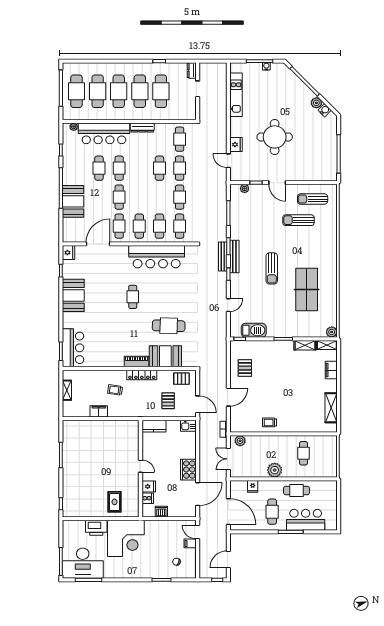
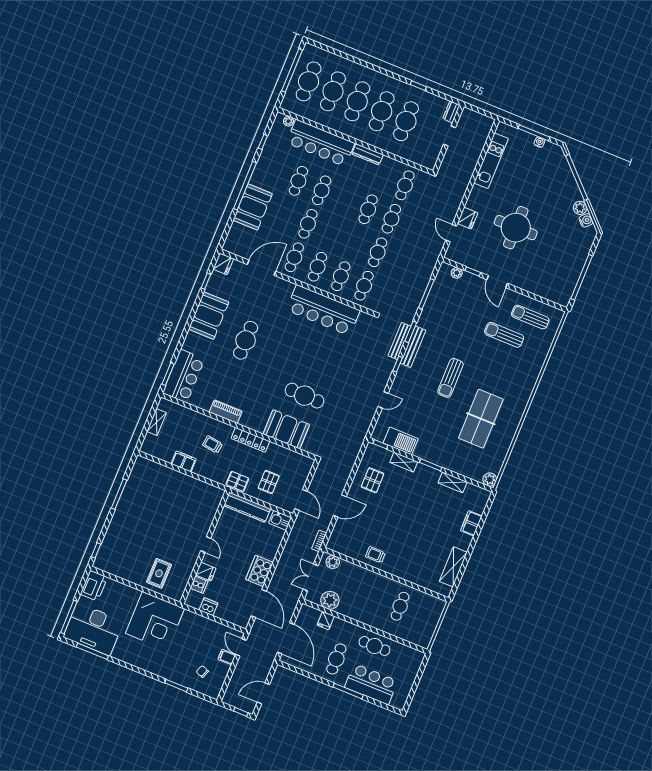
cafe table: (133, 297) -> (246, 340), moved, width x1.37, depth x1.35
shelving: (327, 345) -> (404, 462), moved
piano: (137, 362) -> (226, 412), moved
pallet: (181, 379) -> (237, 481), moved
kitchen counter: (154, 426) -> (247, 507), width x1.50
plant: (275, 470) -> (330, 600), moved
door: (198, 494) -> (259, 603), hinge flipped
printer: (96, 528) -> (94, 586), moved, turned -90

